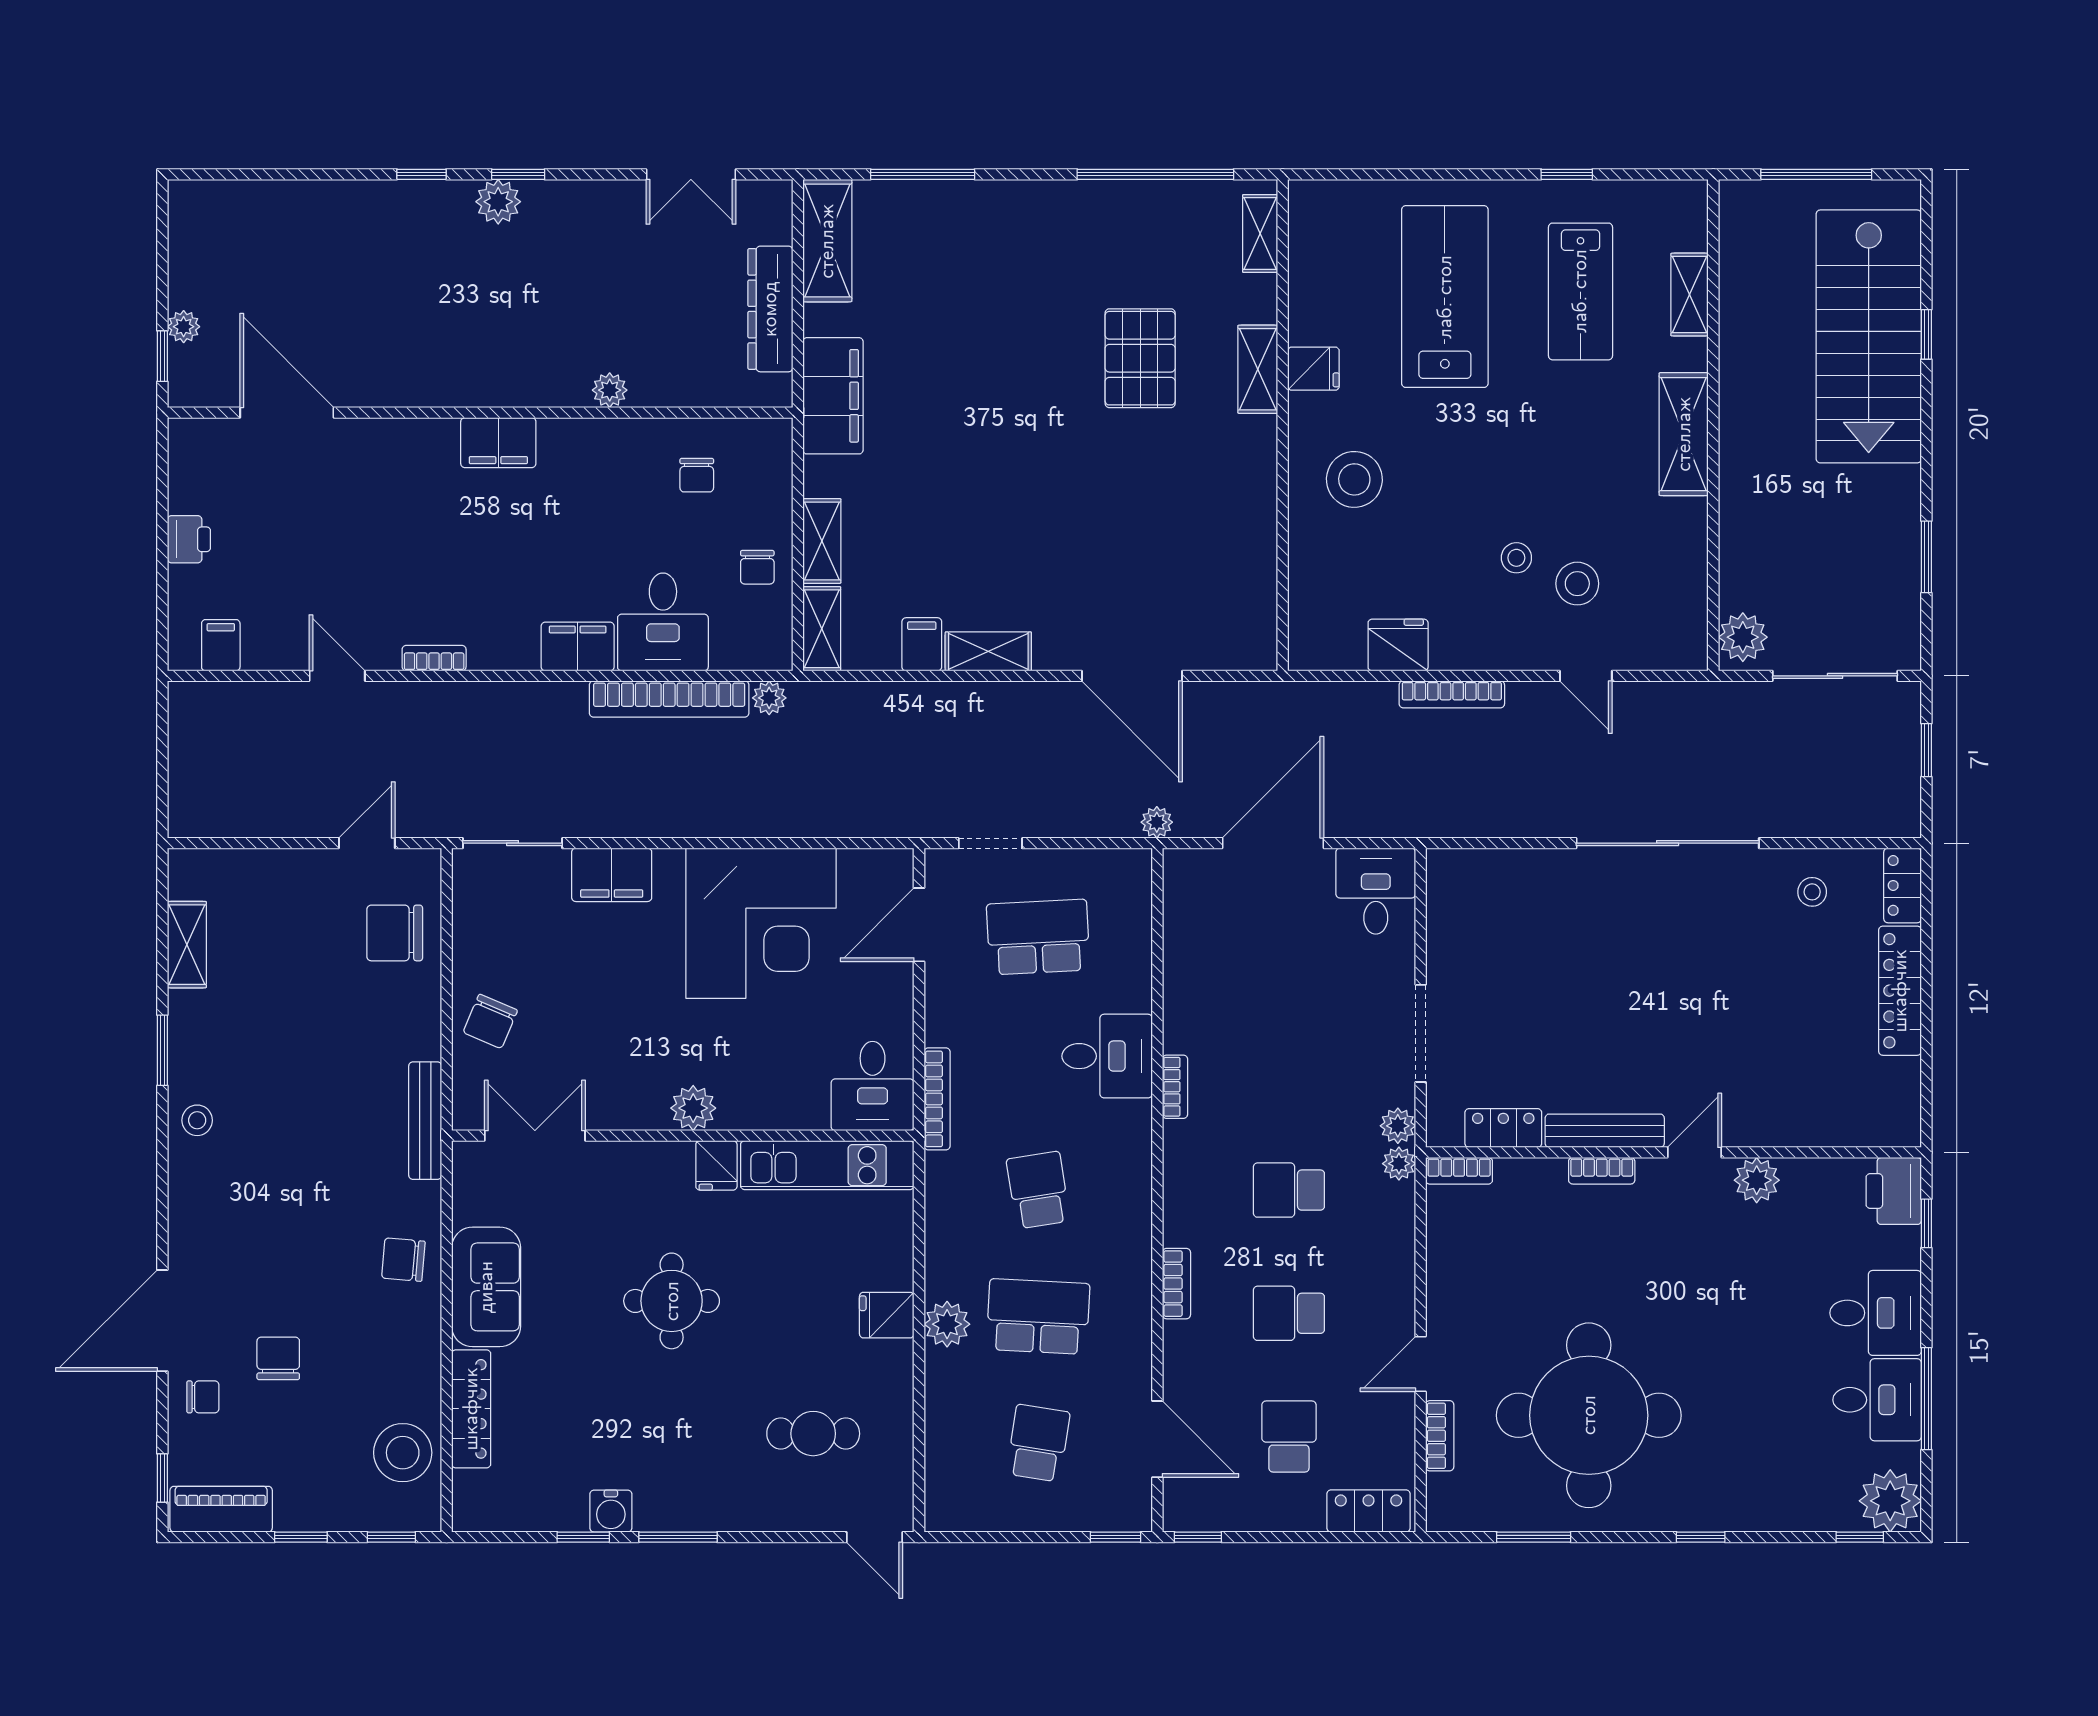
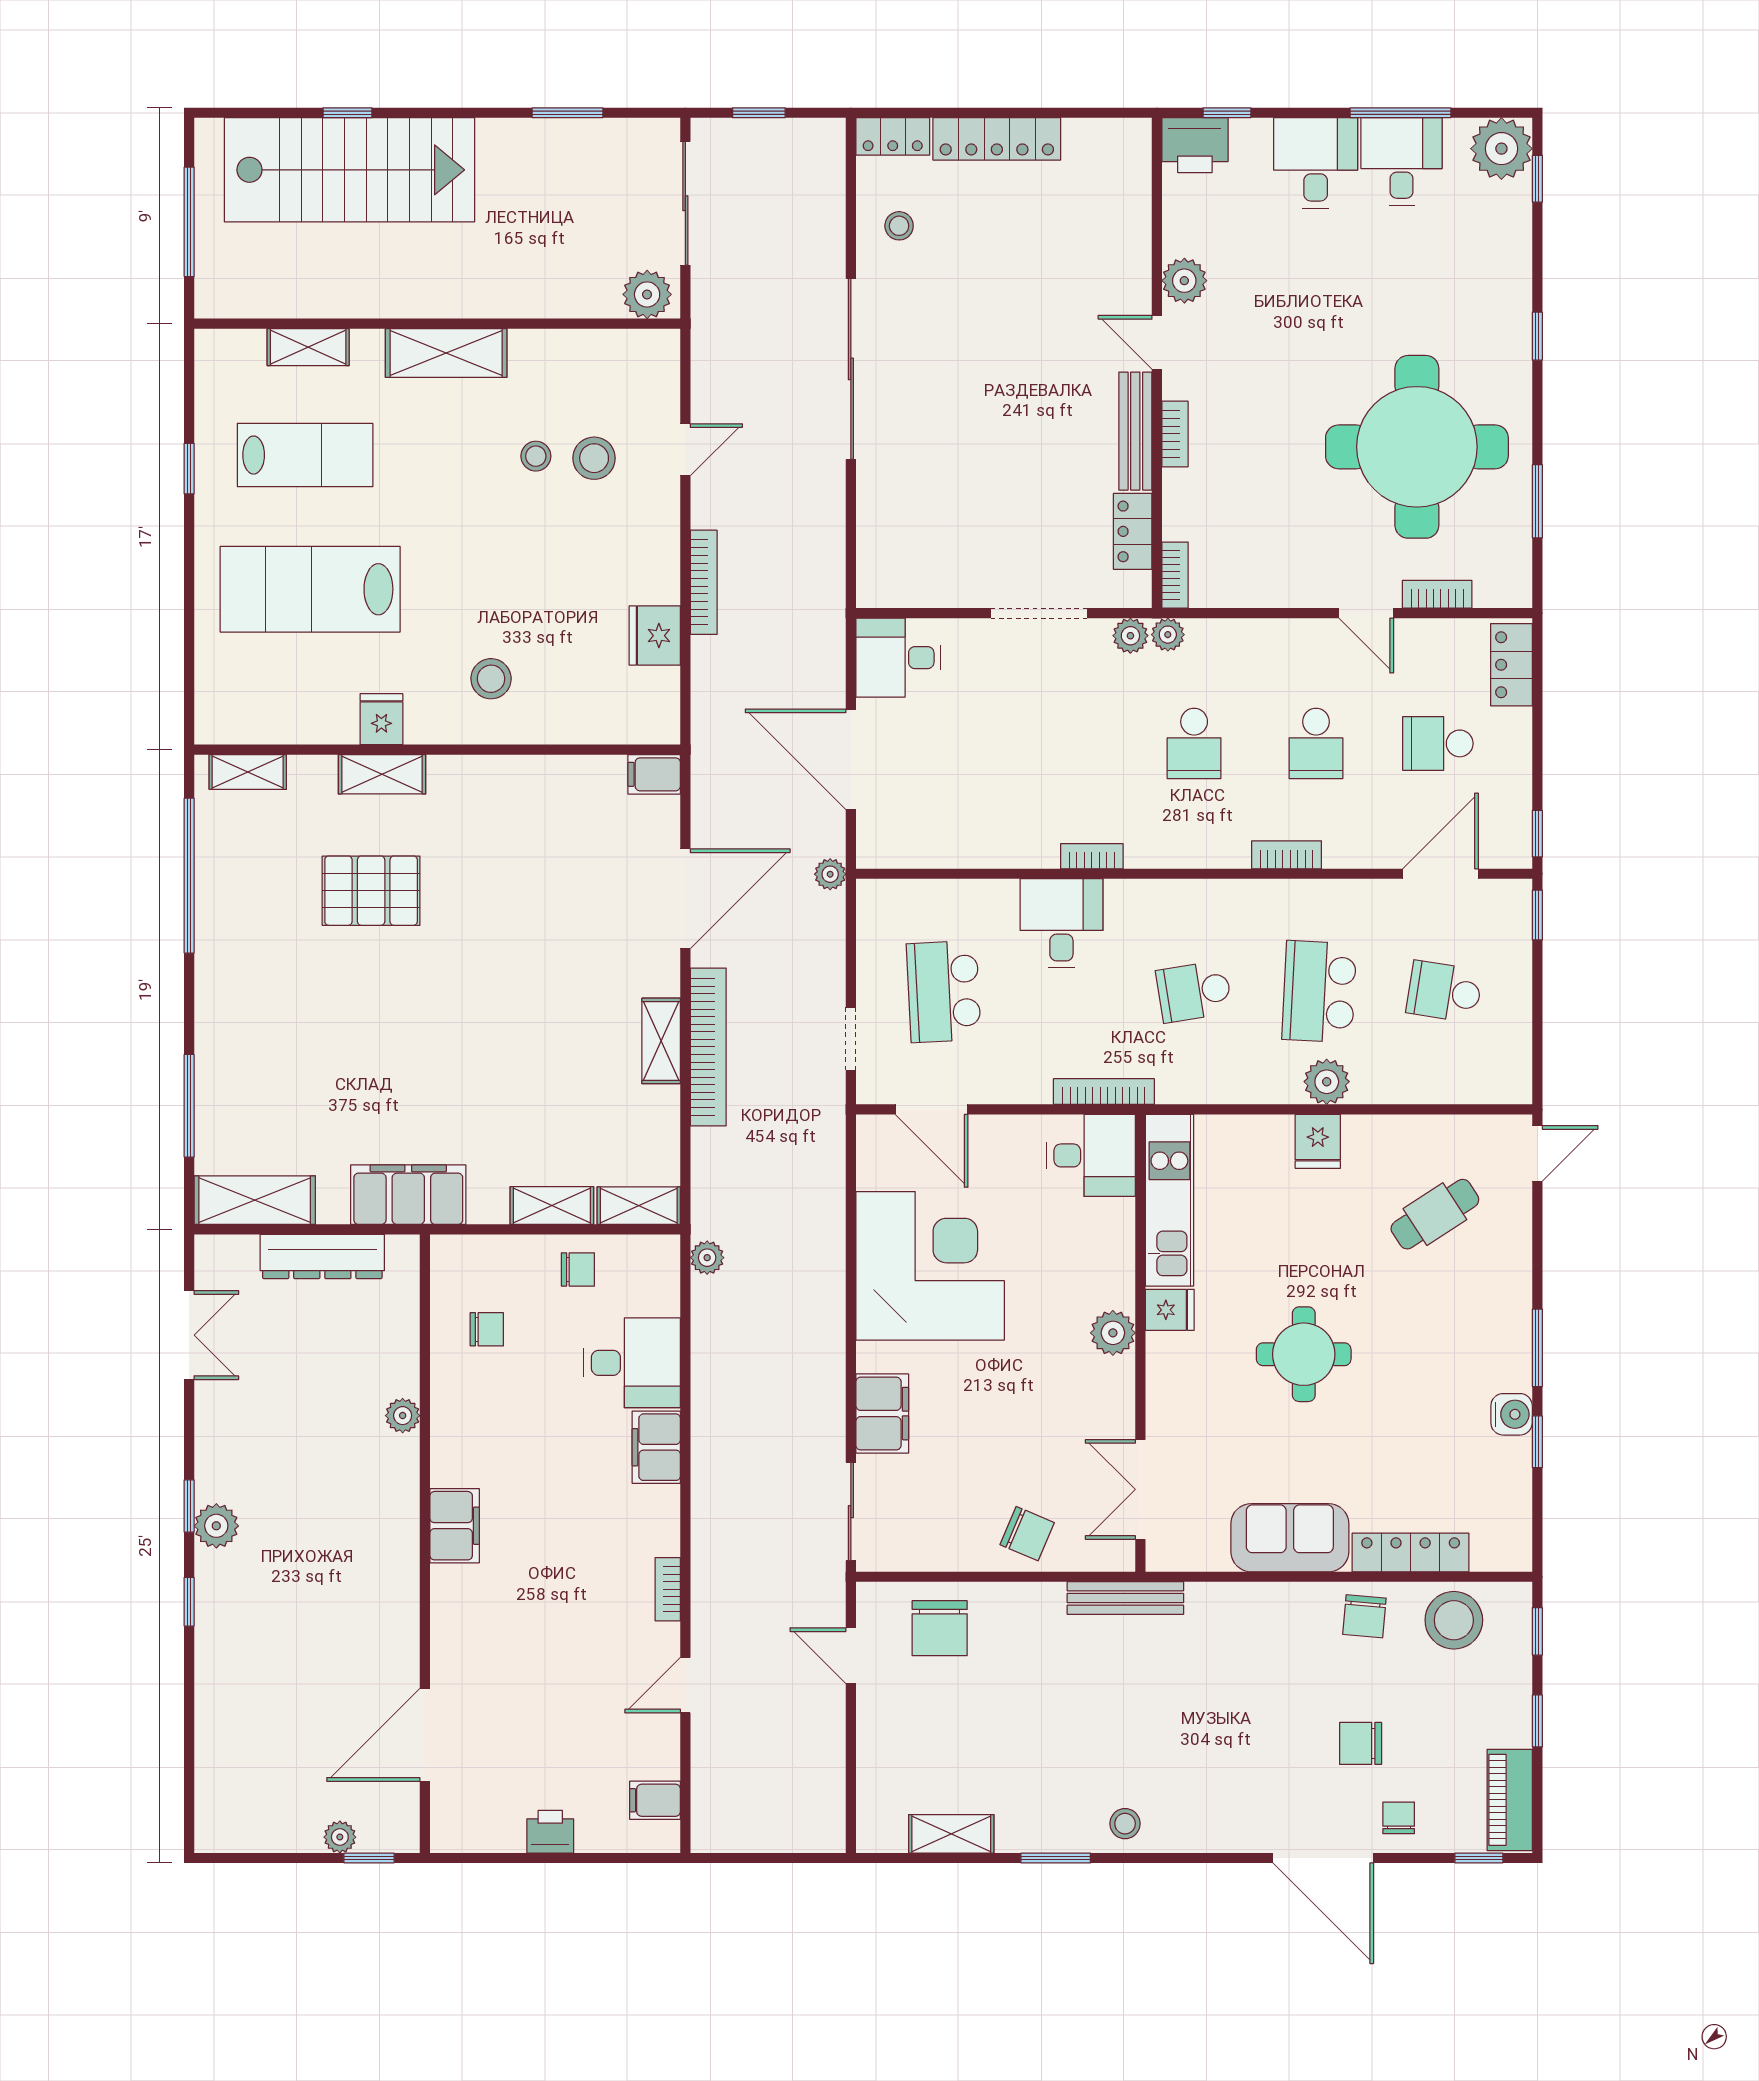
stool: (1354, 479) -> (491, 679), width x0.73, depth x0.73
stool: (1516, 558) -> (536, 456), moved
filing cabinet: (922, 644) -> (654, 774), moved
bookcase: (669, 699) -> (708, 1047), moved
chair: (403, 1260) -> (1364, 1616), moved
cafe table: (813, 1434) -> (1435, 1214), turned 57

